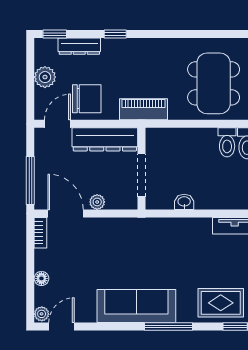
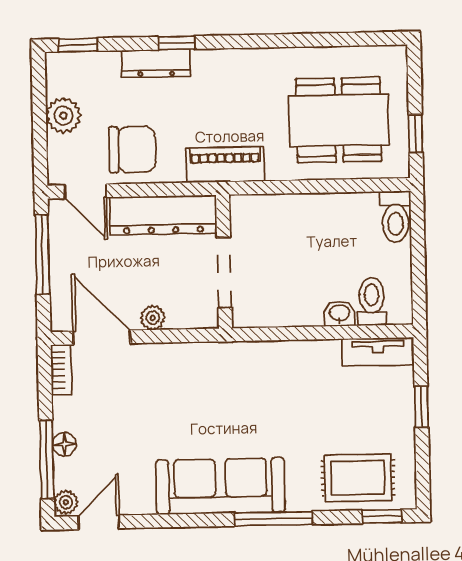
dresser: (79, 46) -> (156, 63), moved
dining table: (214, 83) -> (339, 120), turned 90
door: (58, 124) -> (85, 191), swing flipped
toilet: (227, 142) -> (372, 301), moved, turned 180
window: (30, 181) -> (42, 254), moved
washbasin: (184, 202) -> (339, 314), moved
window: (30, 287) -> (47, 459), added

